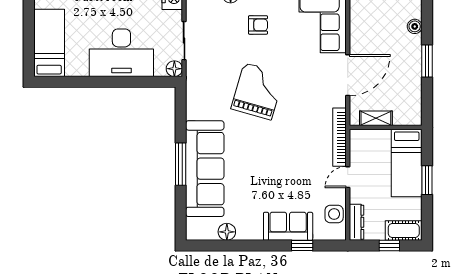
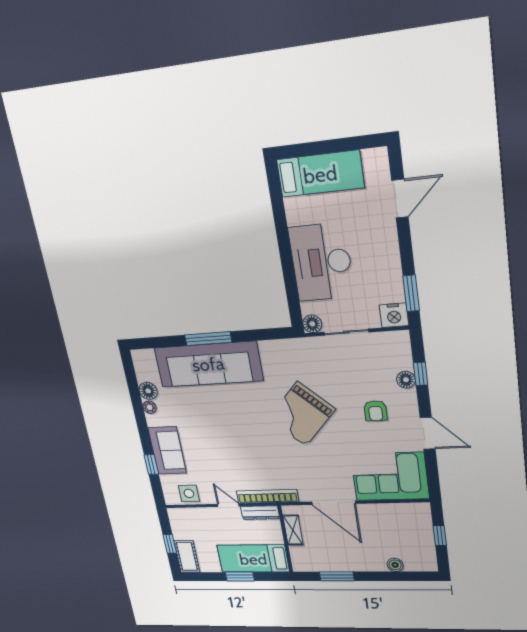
window: (427, 61) -> (337, 576), moved
grand piano: (258, 91) -> (302, 414), turned 117
dresser: (357, 222) -> (260, 513), moved
plant: (243, 234) -> (150, 407), added

